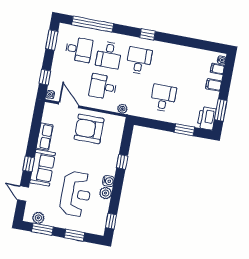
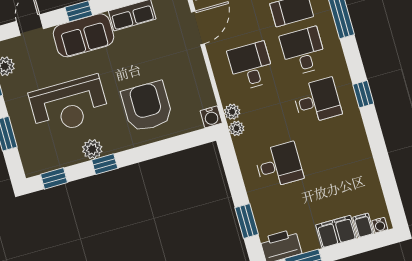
desk: (109, 55) -> (303, 51), turned 90
filing cabinet: (214, 85) -> (336, 232), width x2.00
plant: (132, 111) -> (236, 128), added
armchair: (89, 129) -> (147, 106), moved
window: (122, 162) -> (105, 164), moved
water cooler: (108, 181) -> (211, 117), moved

